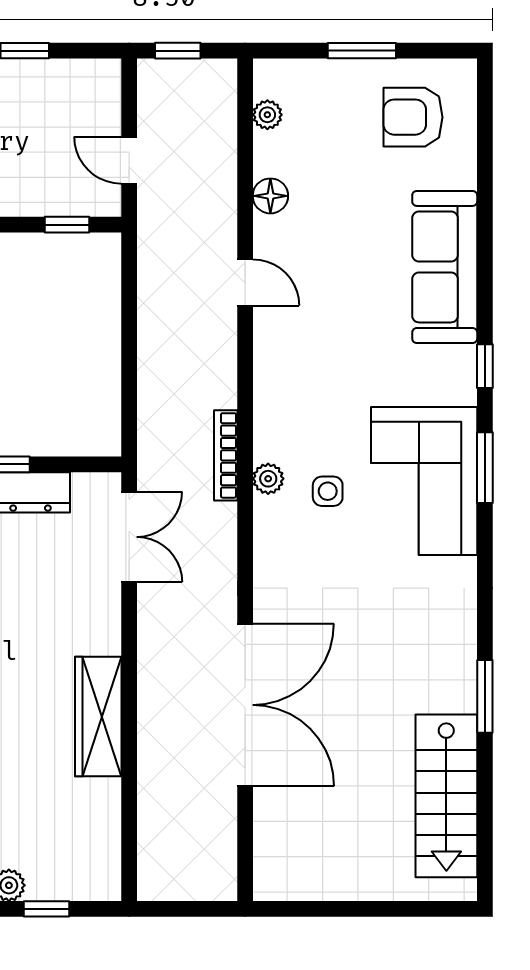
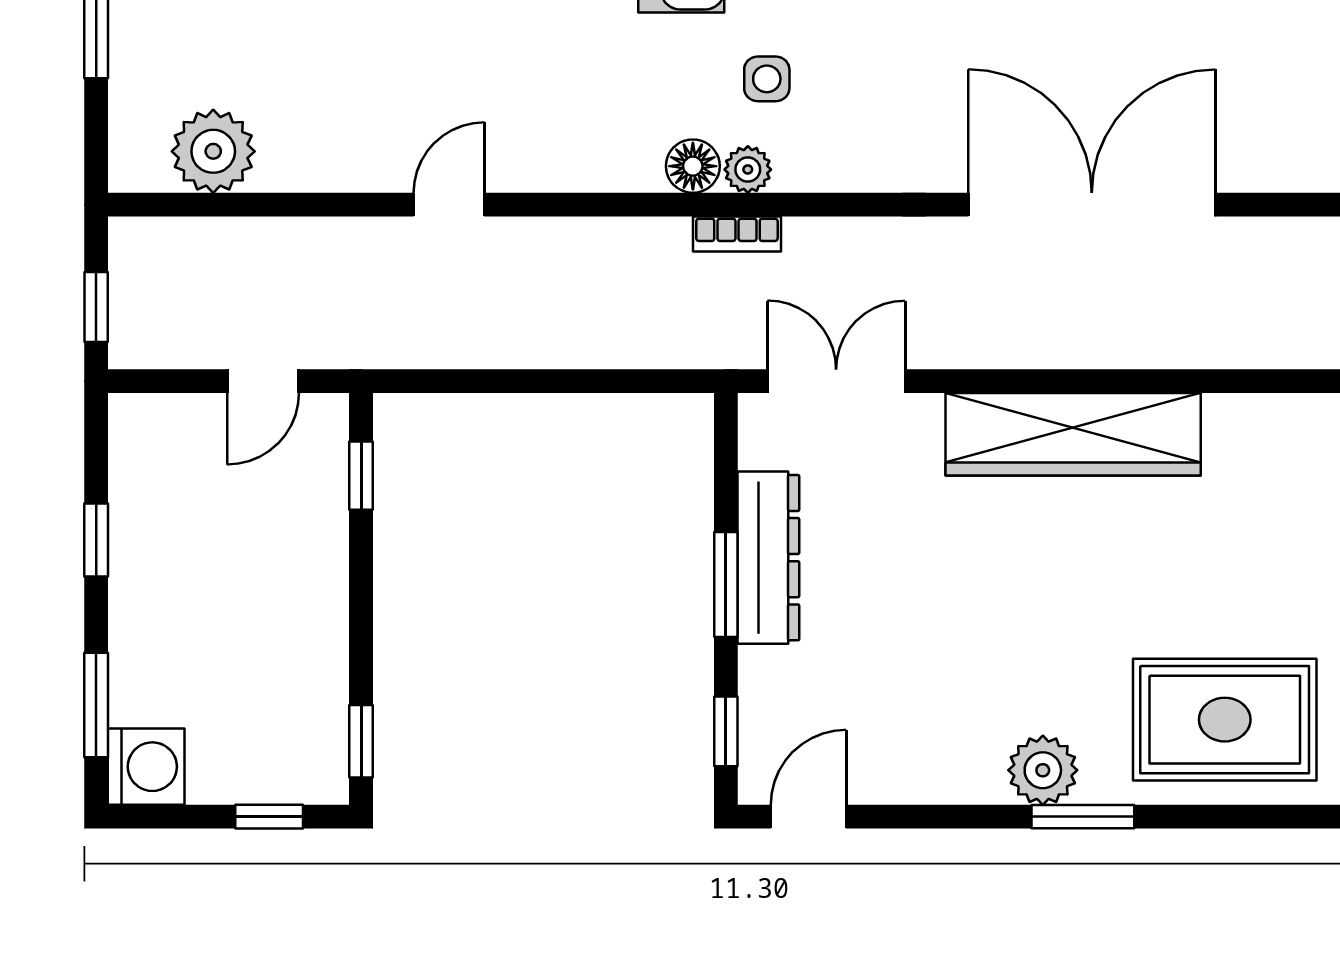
plant: (267, 115) -> (213, 151), width x1.87, depth x1.87
floor lamp: (270, 196) -> (693, 166), moved
bookcase: (226, 455) -> (737, 234), width x0.64
wardrobe: (98, 716) -> (1073, 434), width x1.40, depth x1.17

